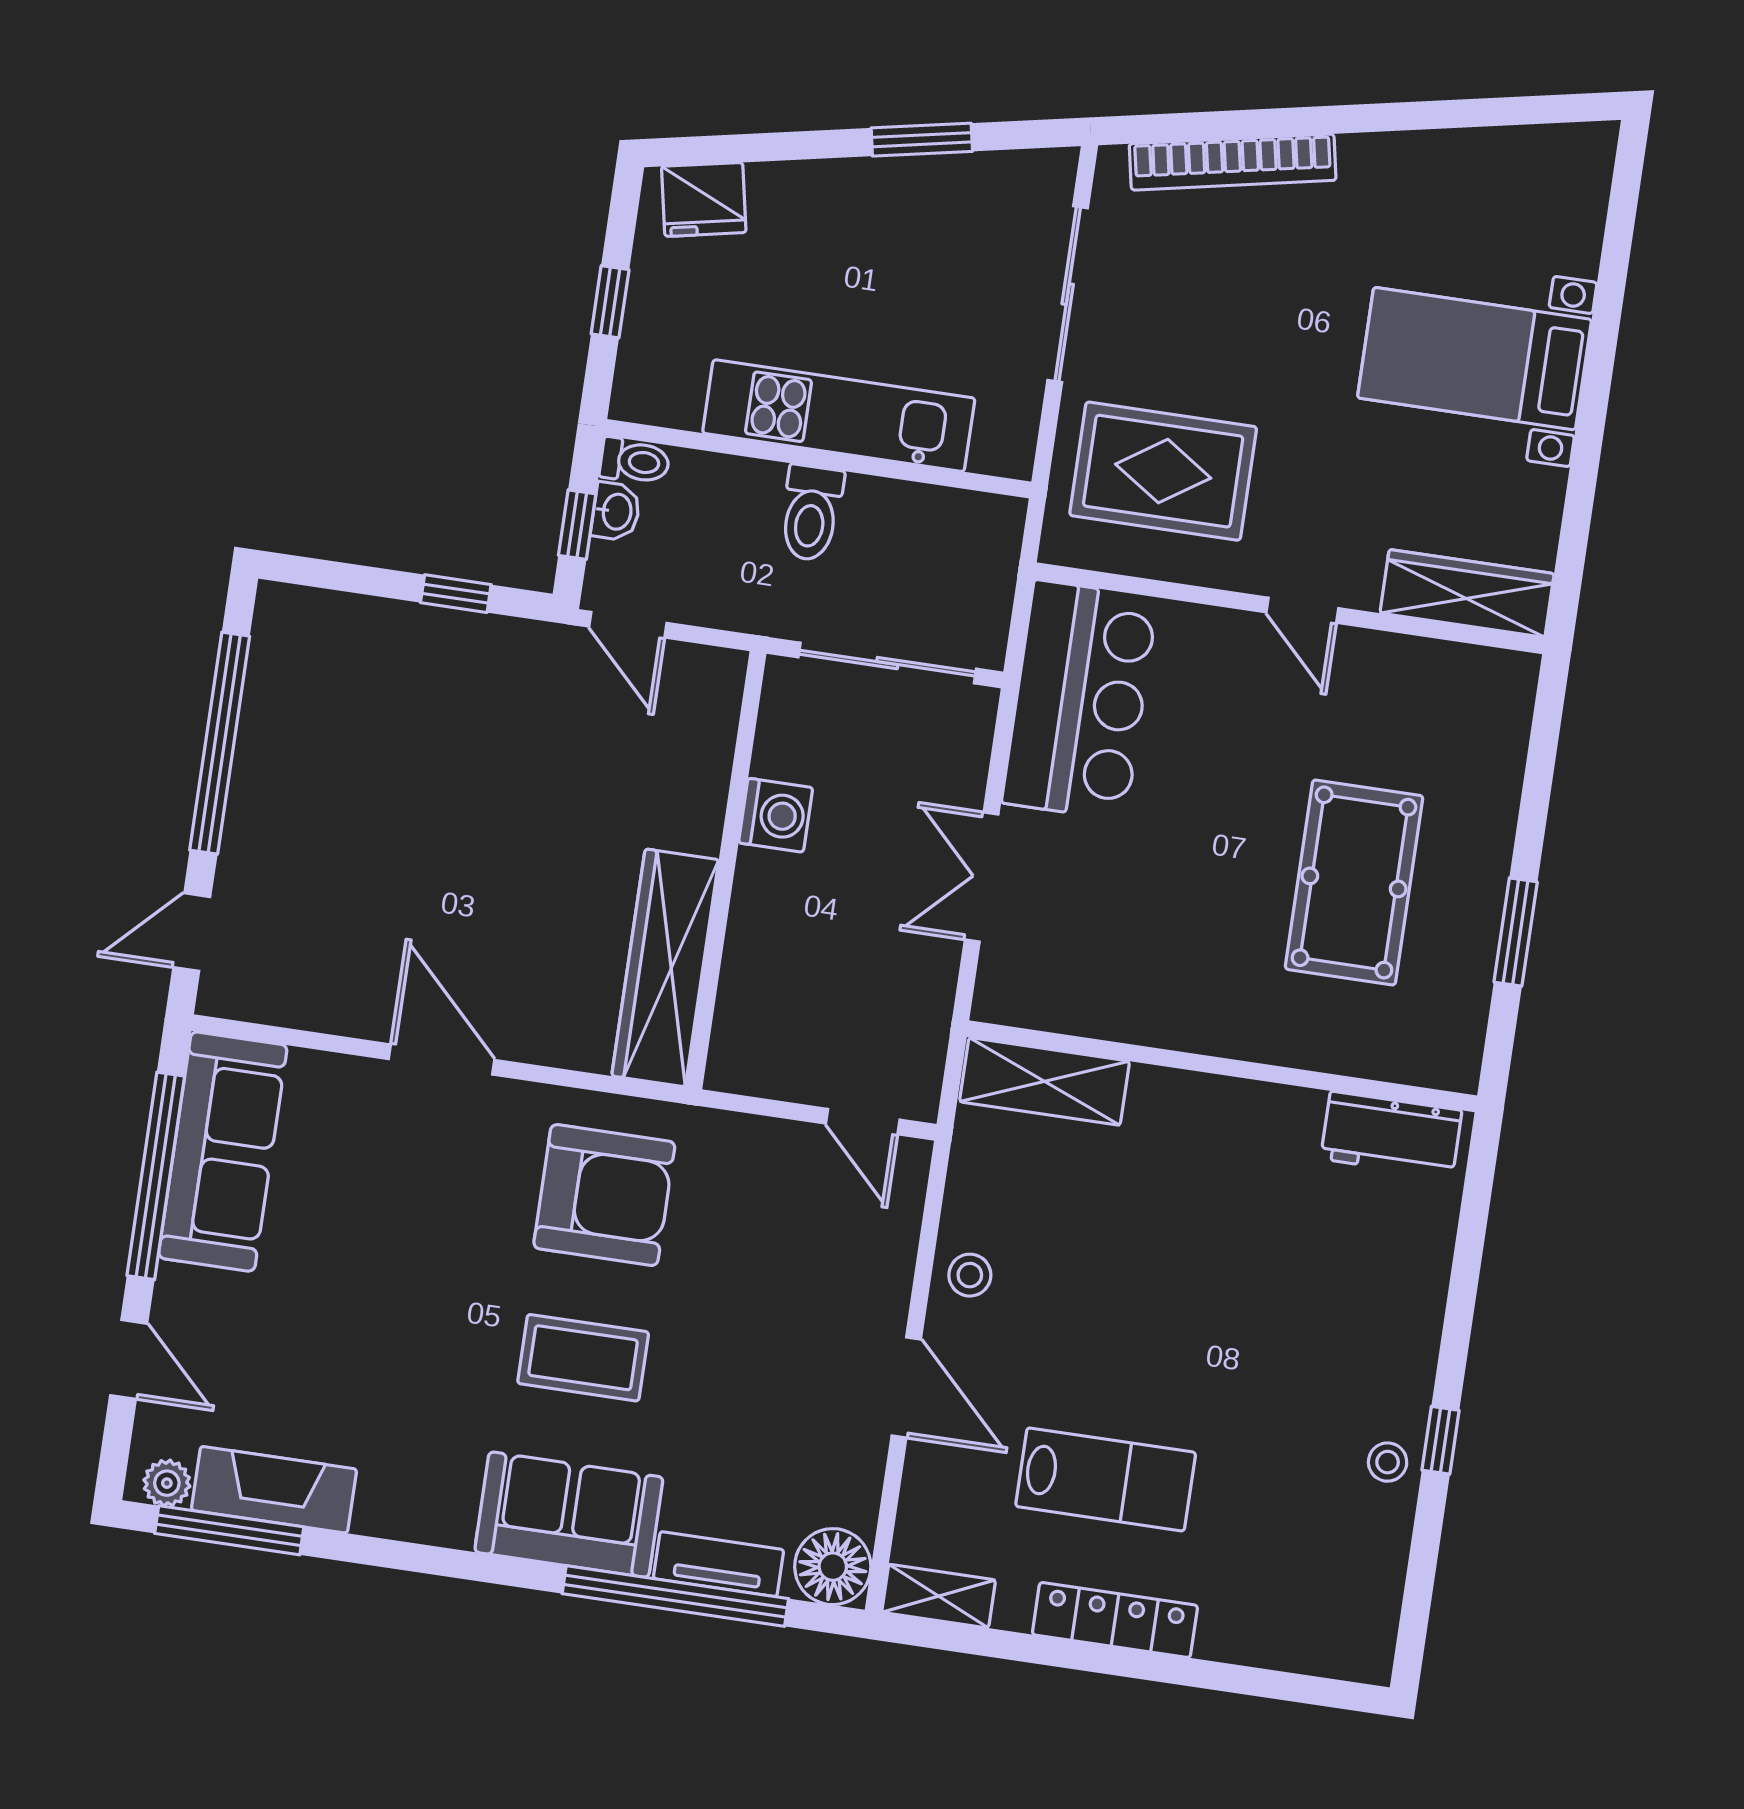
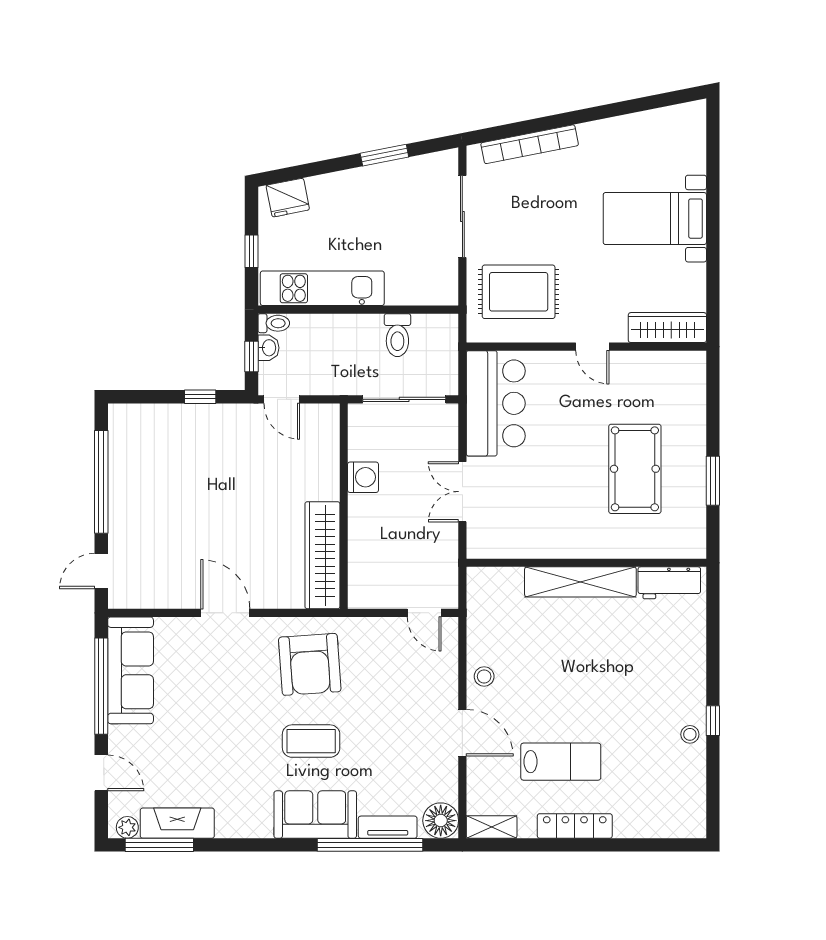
kitchen unit: (839, 416) -> (322, 288), moved
toilet: (811, 513) -> (397, 335), moved
shelving: (1045, 1081) -> (580, 582), moved, width x1.47
armchair: (604, 1195) -> (310, 664), turned 86

